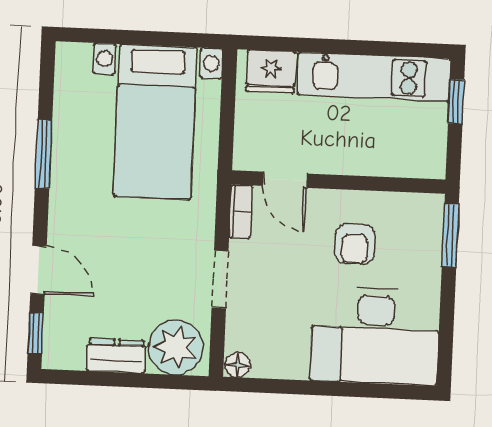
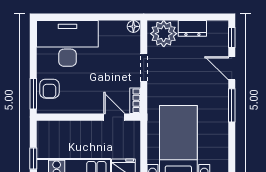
window: (44, 154) -> (232, 105), moved
armchair: (355, 244) -> (49, 89), moved, turned 180

